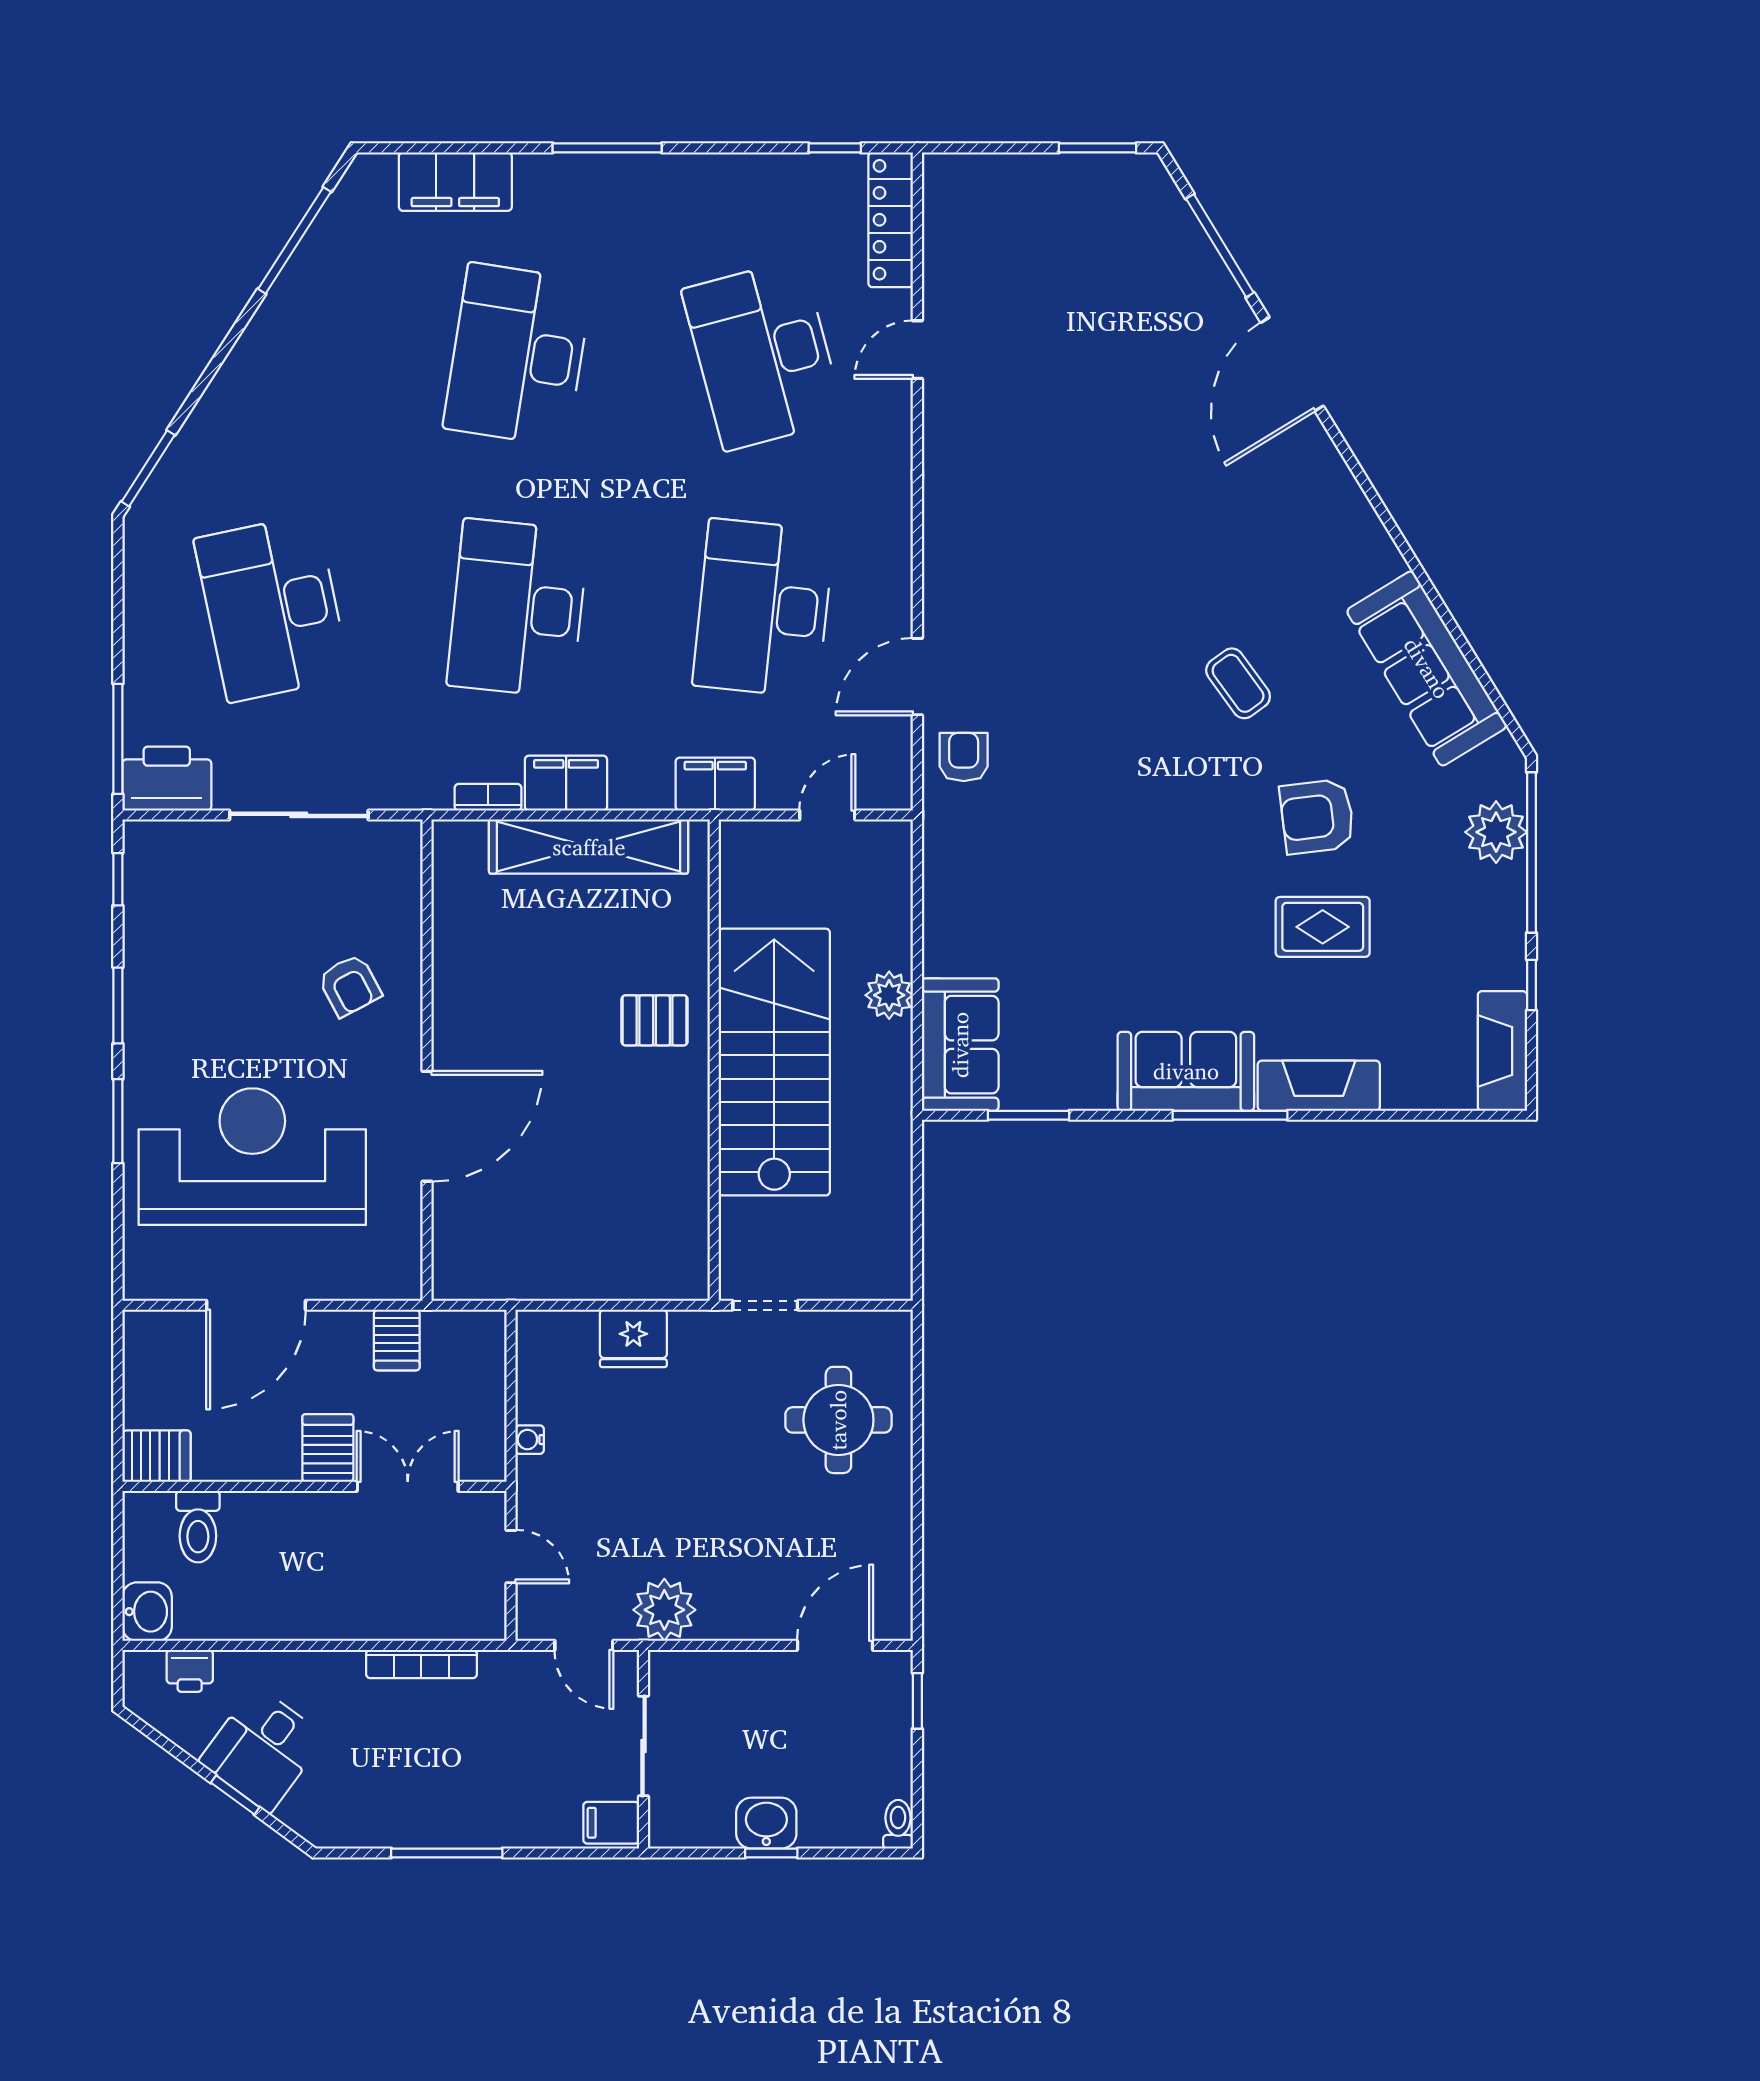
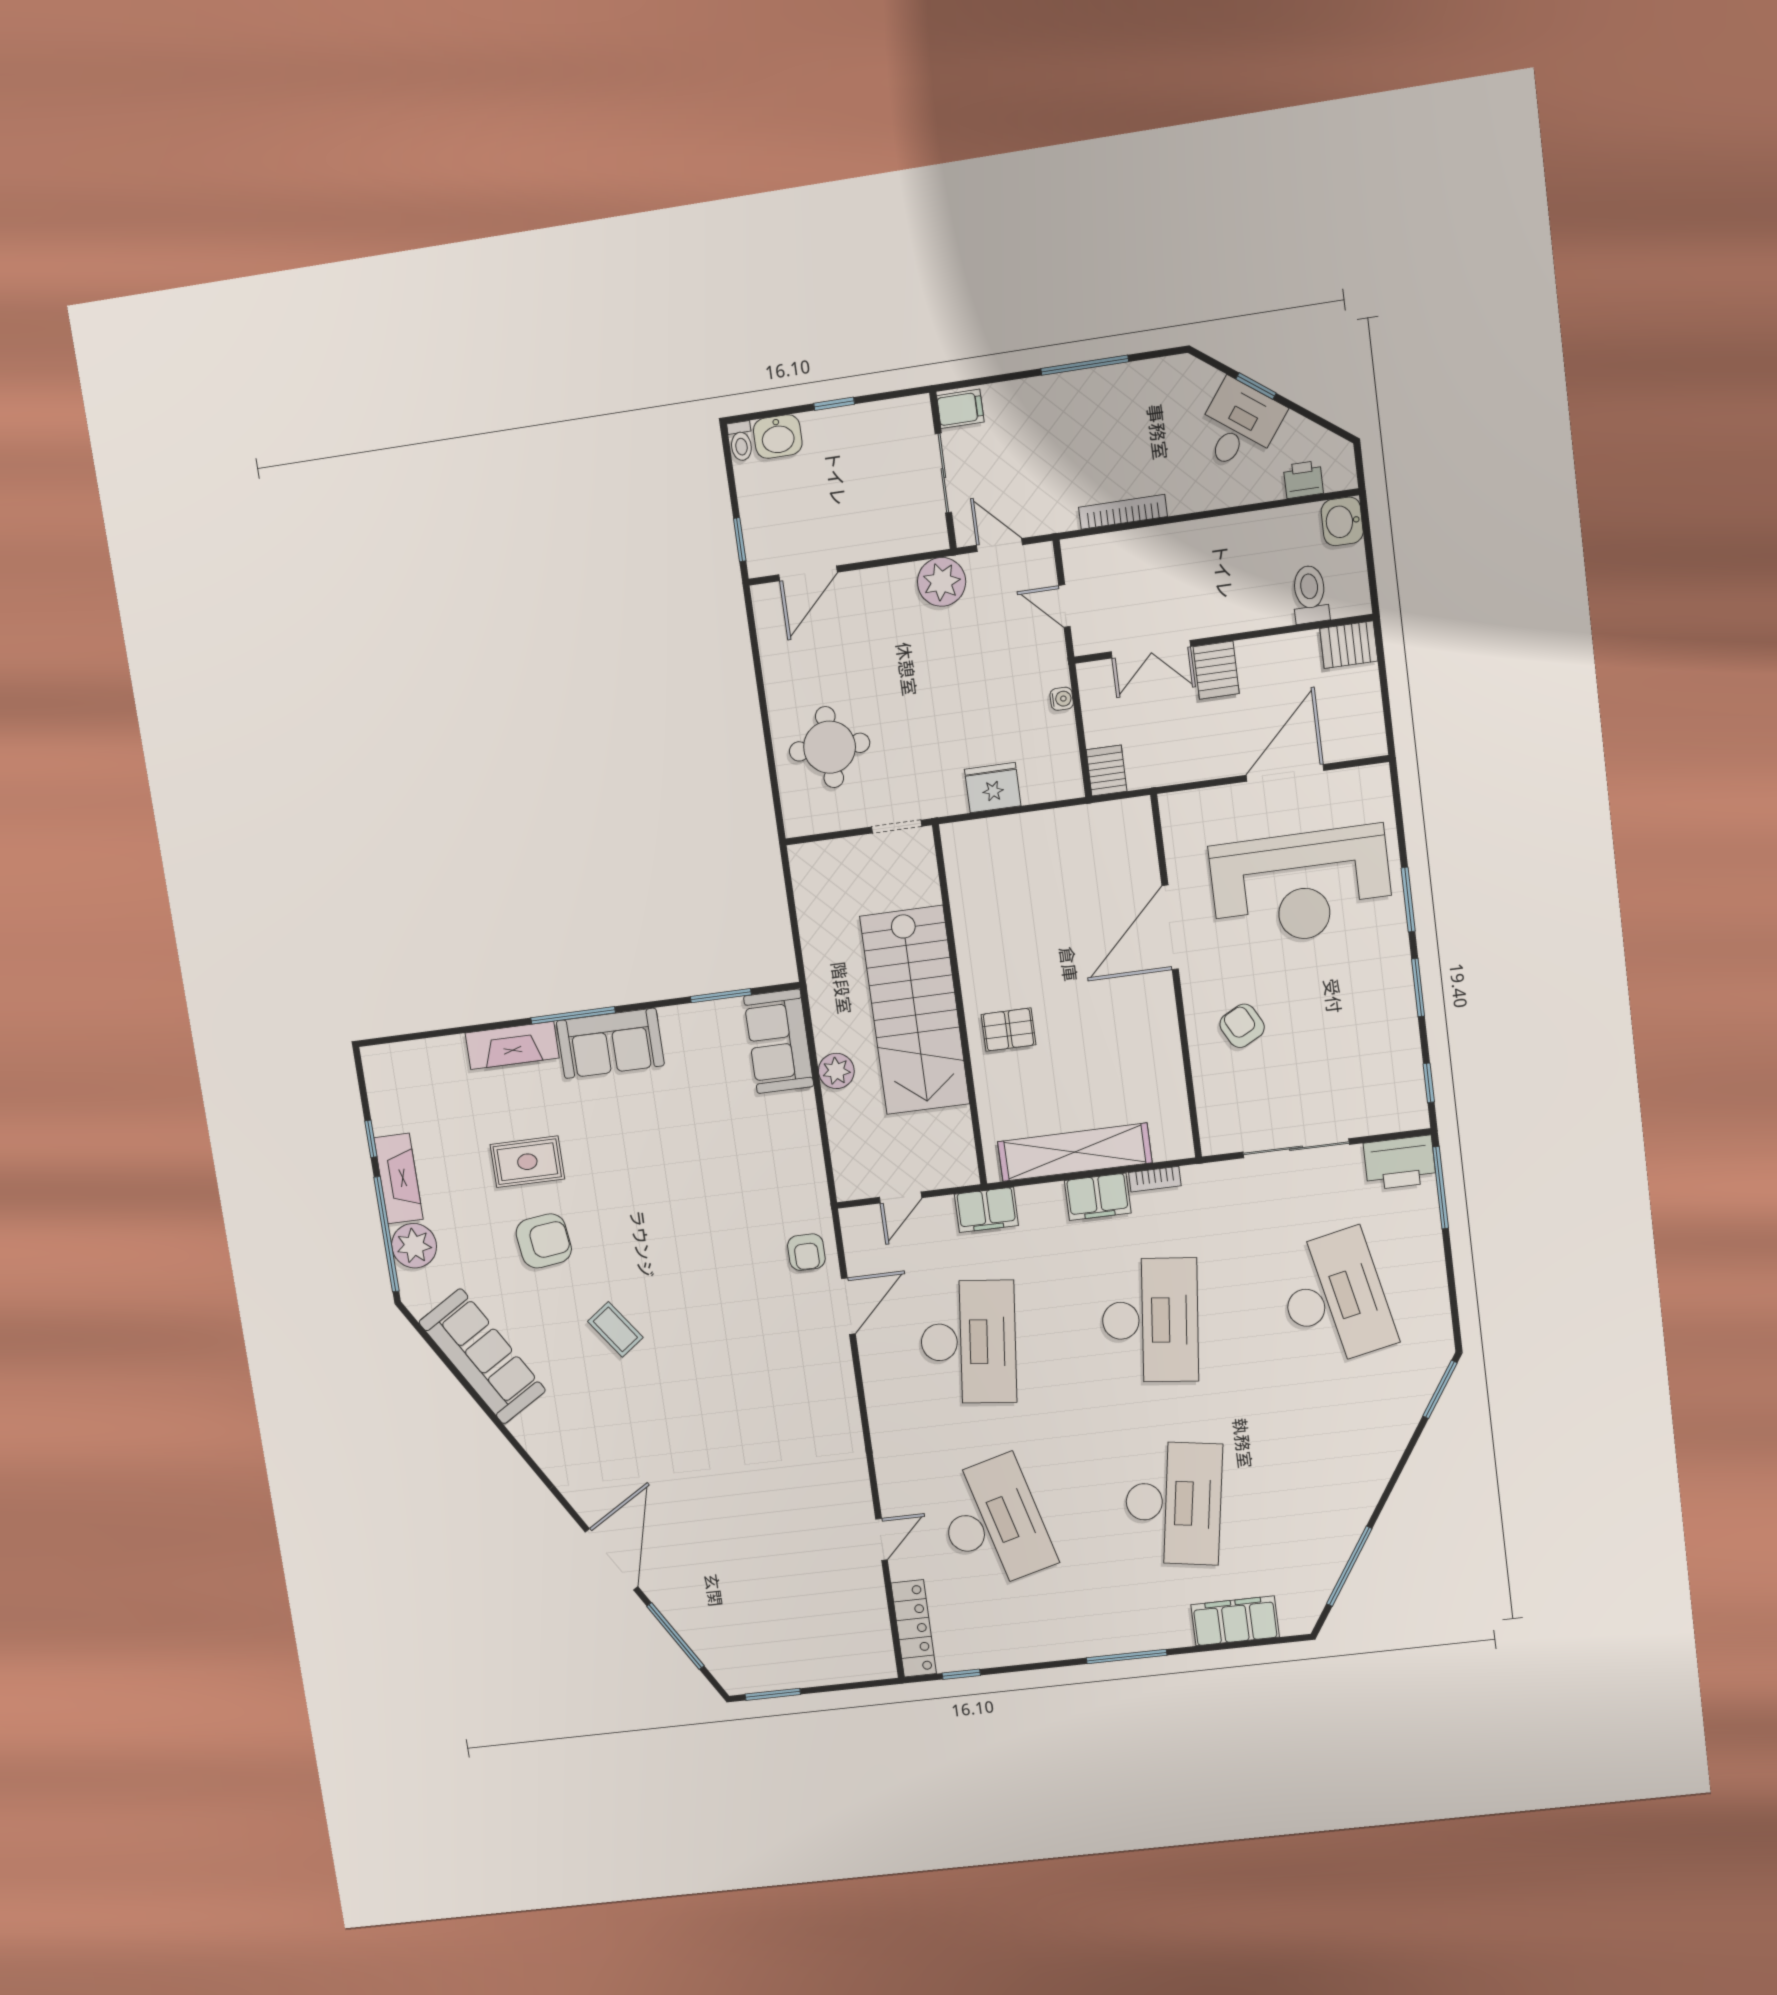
fireplace: (1502, 1051) -> (399, 1178), moved
server rack: (397, 1340) -> (1106, 770), moved
washbasin: (766, 1823) -> (778, 437), moved

